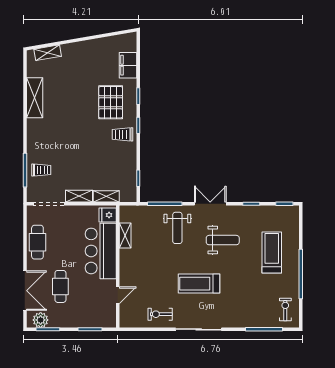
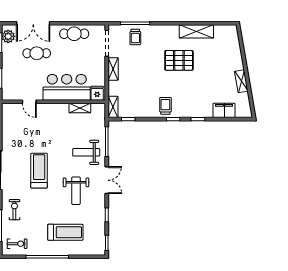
shelving: (48, 53) -> (241, 81), moved
pallet: (111, 102) -> (179, 60), moved
shelving: (106, 196) -> (113, 107), moved
exercise bike: (160, 314) -> (14, 210), moved

